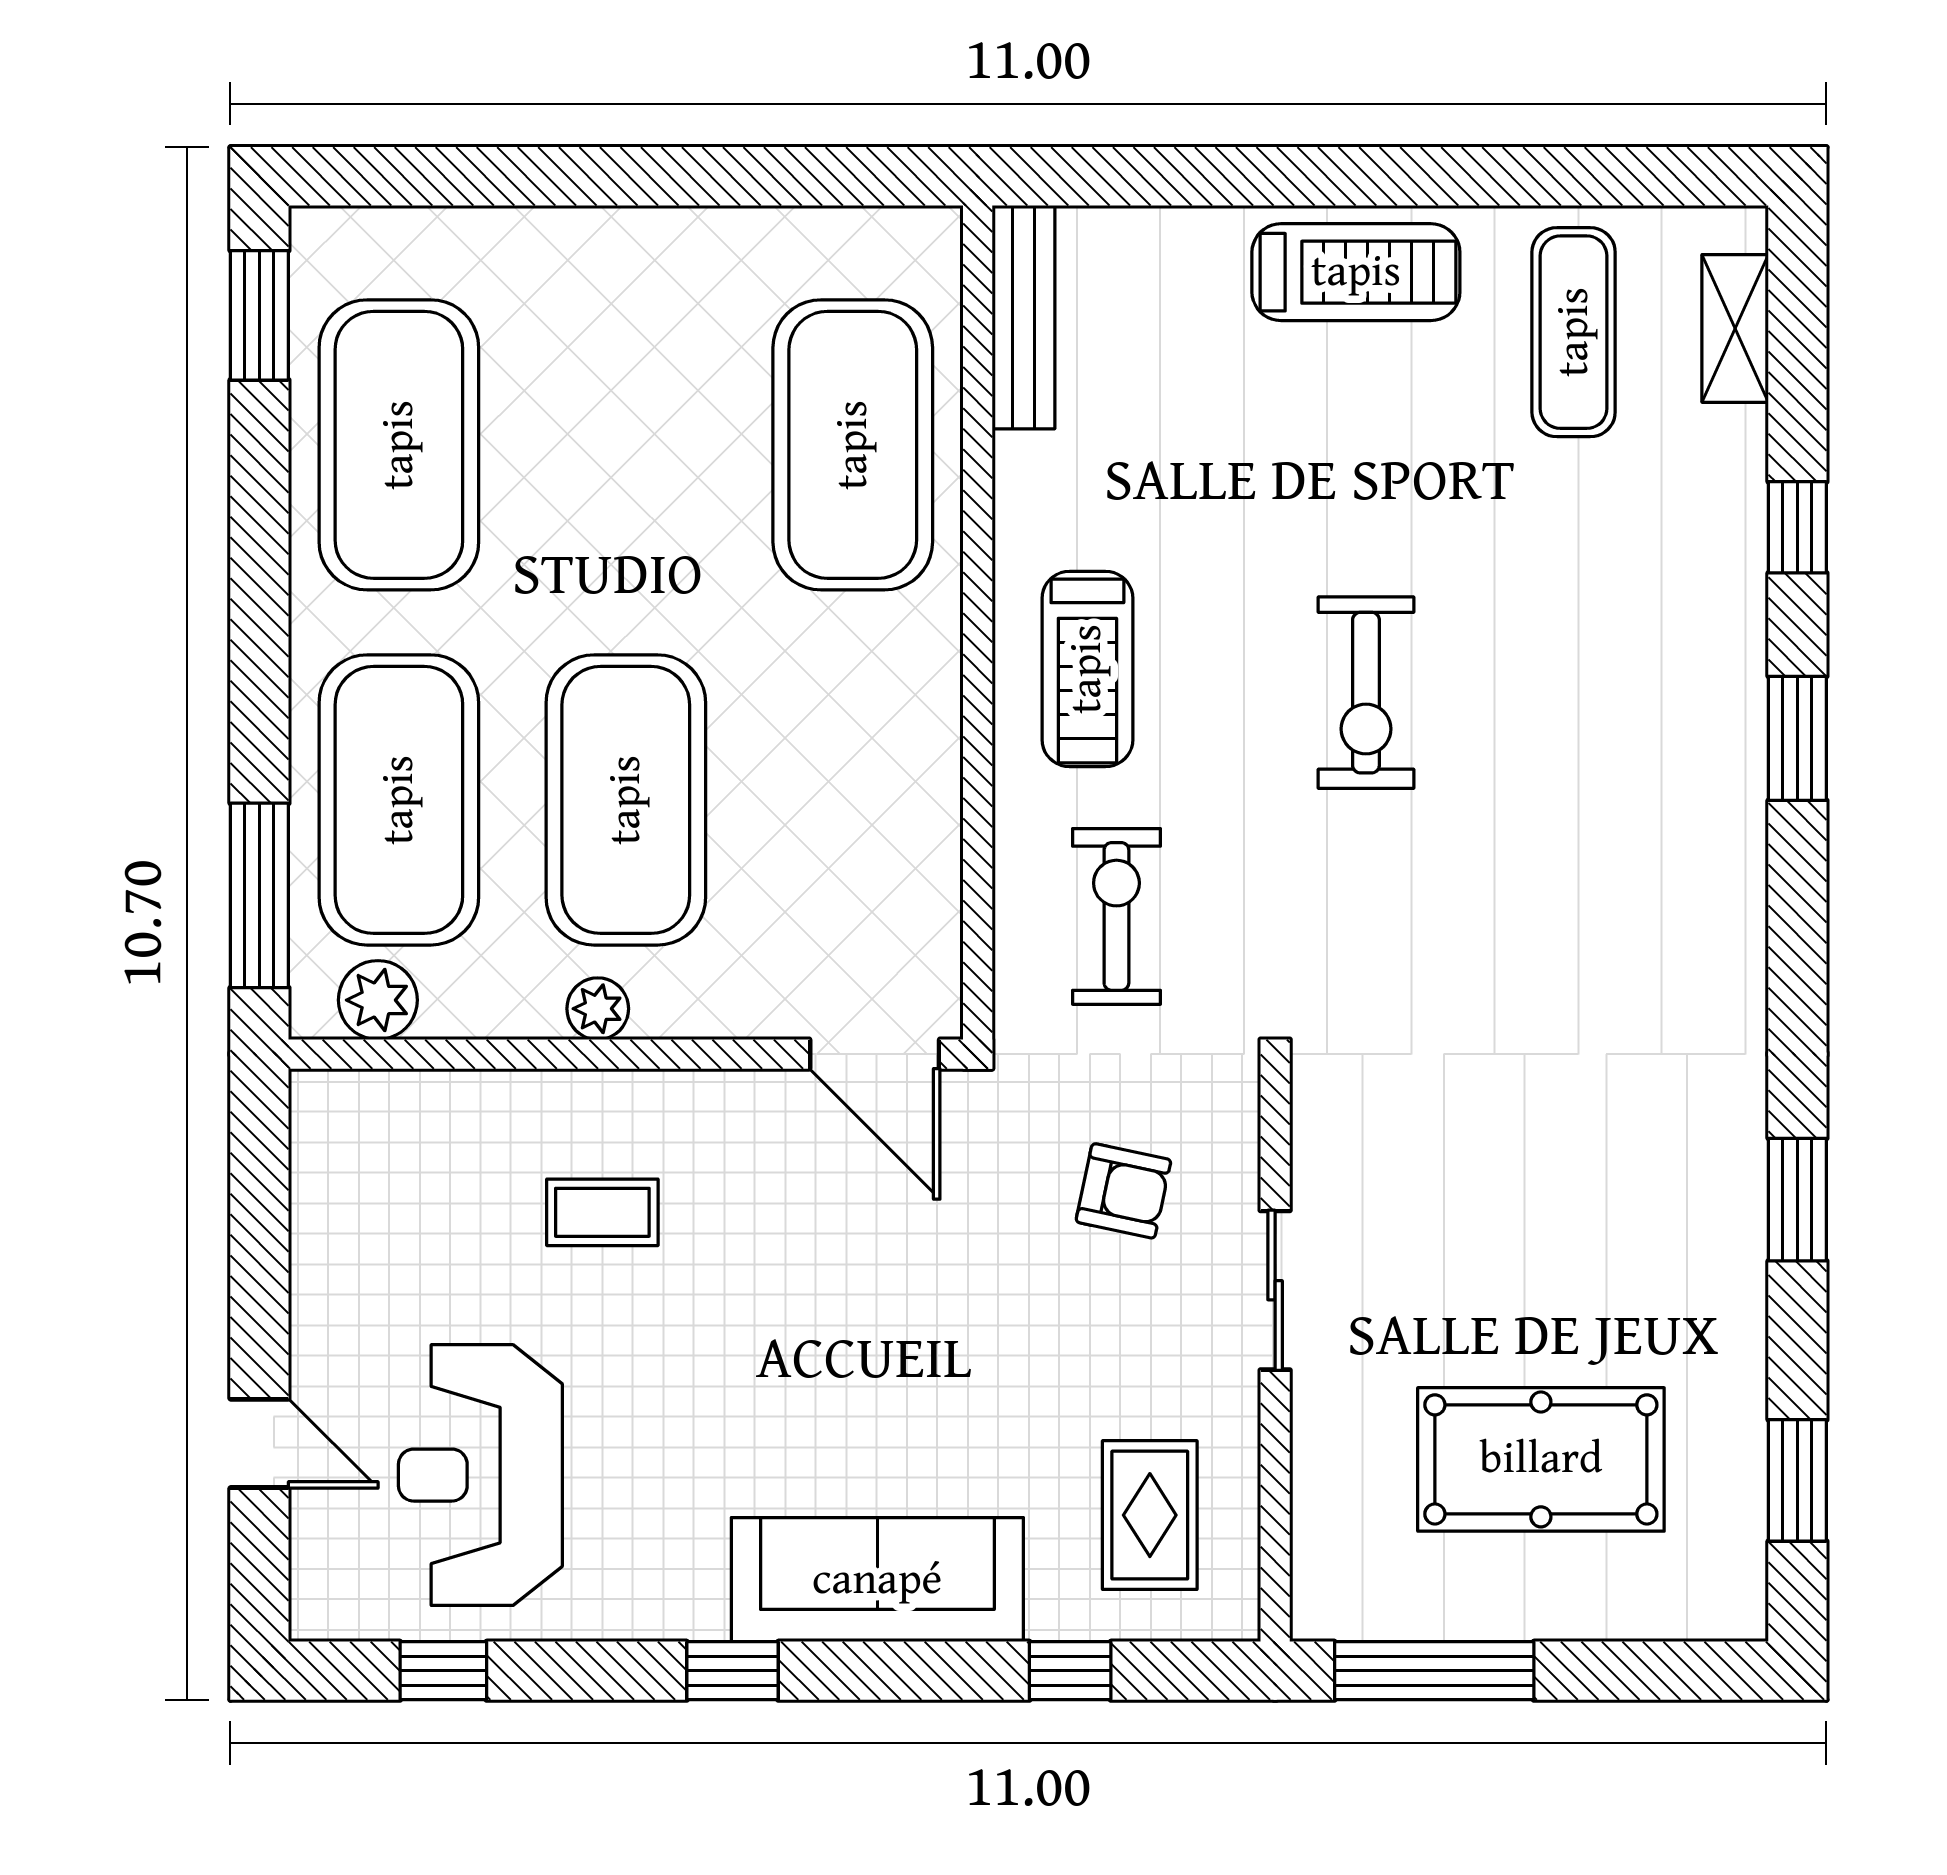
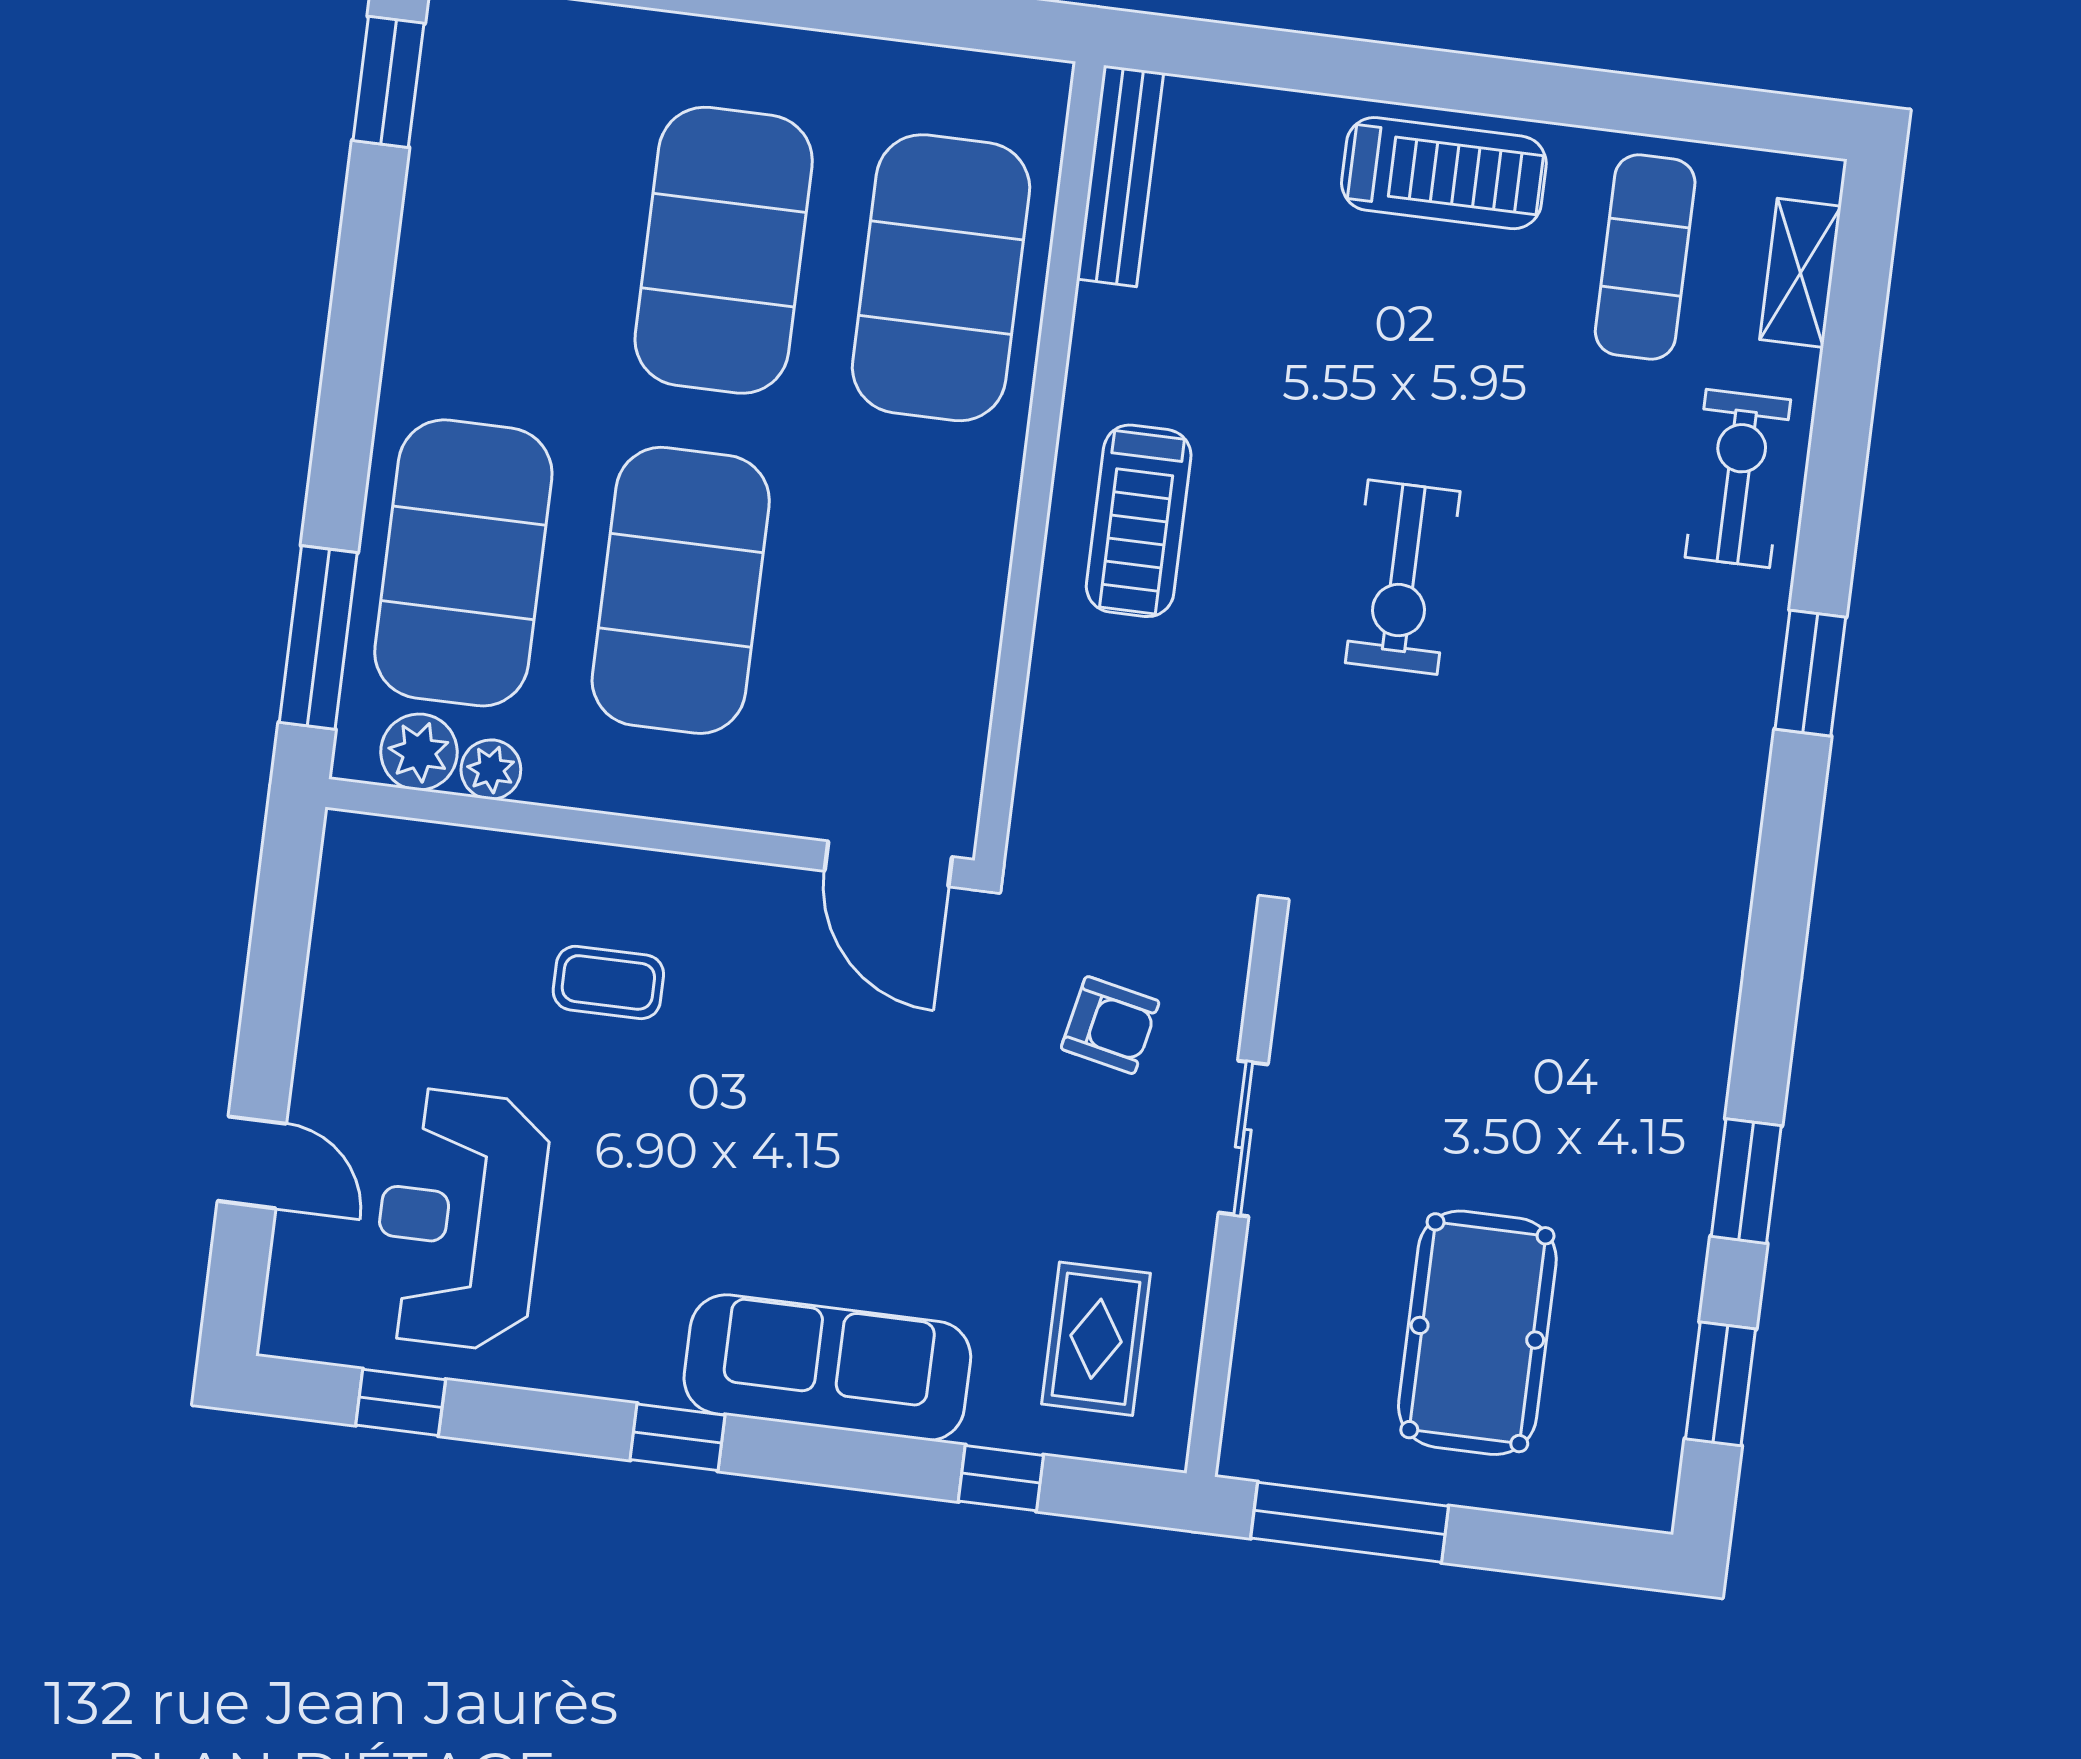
exercise mat: (399, 445) -> (724, 250), moved
window: (1797, 527) -> (1836, 471), removed
exercise bike: (1116, 916) -> (1738, 479), moved
plant: (598, 1009) -> (491, 770), moved
window: (1797, 1200) -> (1746, 1181), moved
pool table: (1541, 1459) -> (1477, 1333), turned 90

